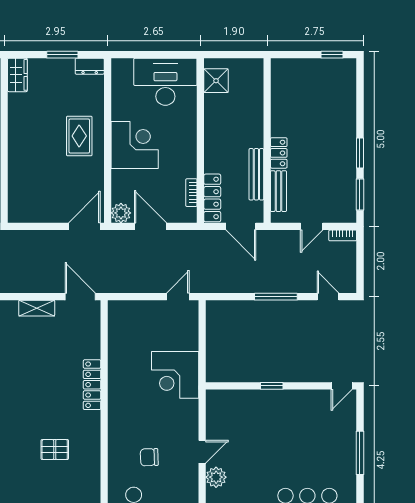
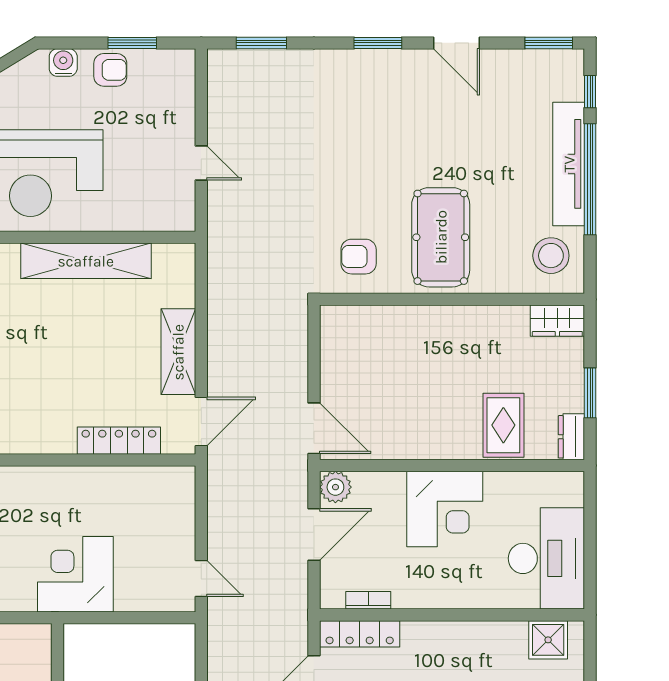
rug: (79, 136) -> (503, 425), moved, turned 90
shelving: (37, 308) -> (178, 352), width x1.50, depth x1.33
locker: (92, 385) -> (119, 441), moved

